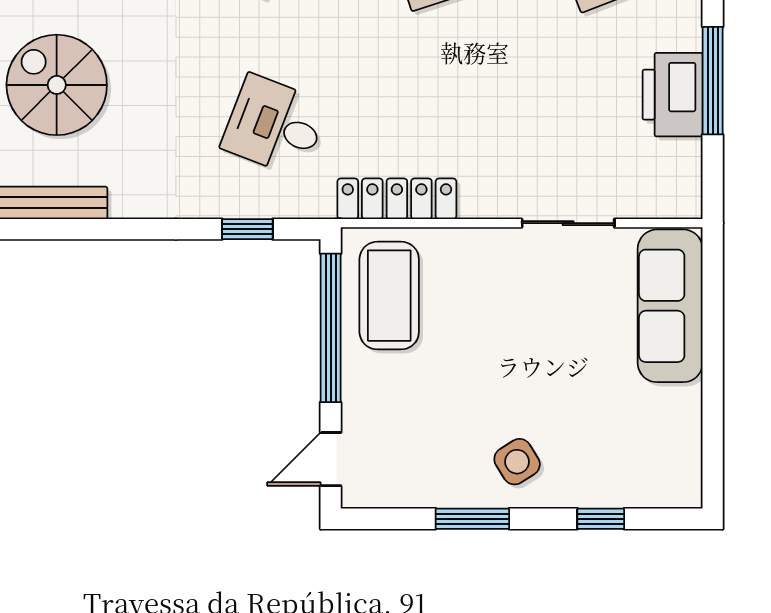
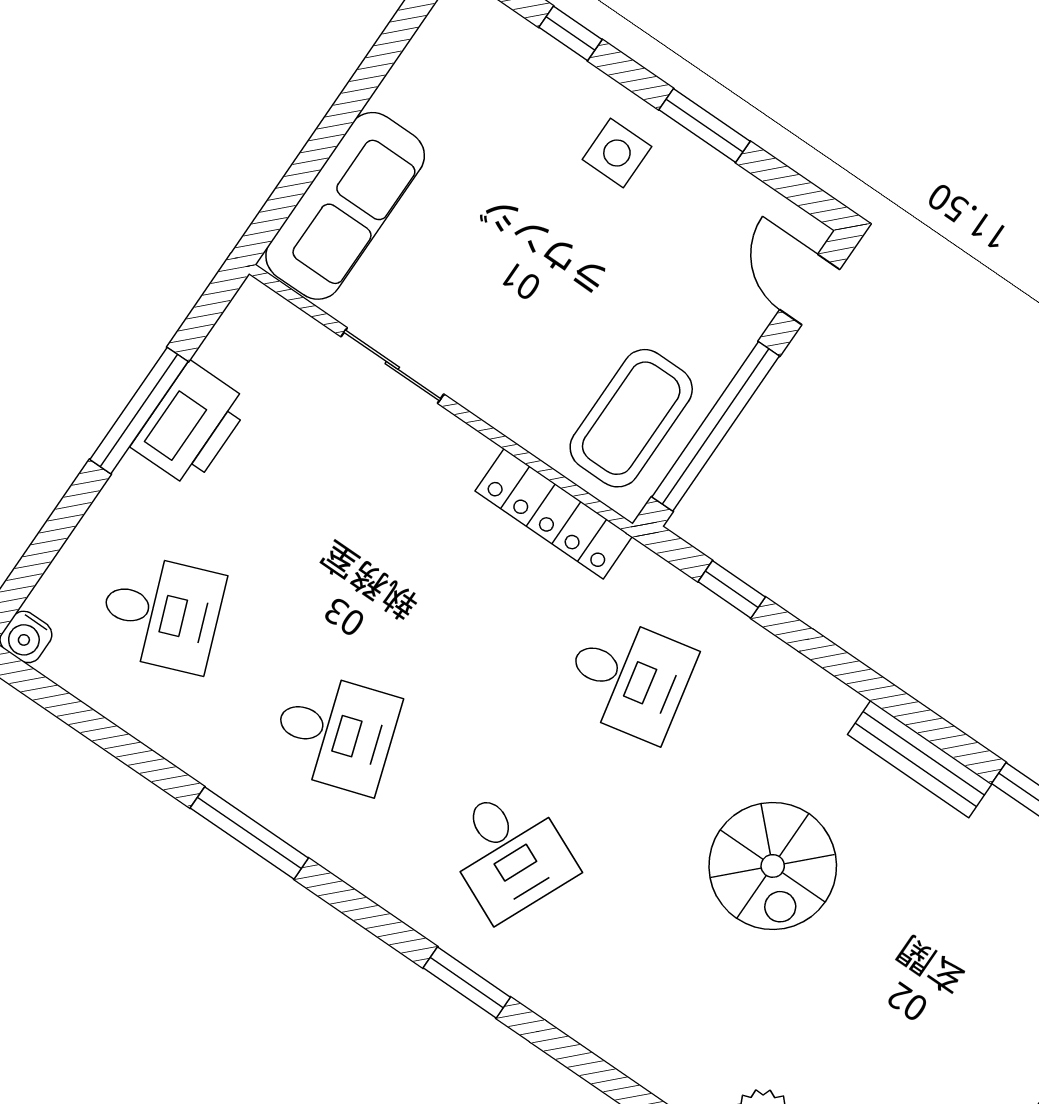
spiral stairs: (57, 85) -> (773, 866), moved
desk: (275, 126) -> (629, 678), turned -33
door: (331, 459) -> (810, 289), swing flipped
side table: (517, 462) -> (617, 153), turned 32

